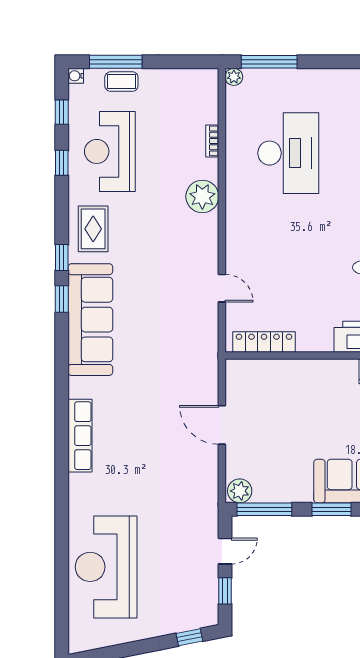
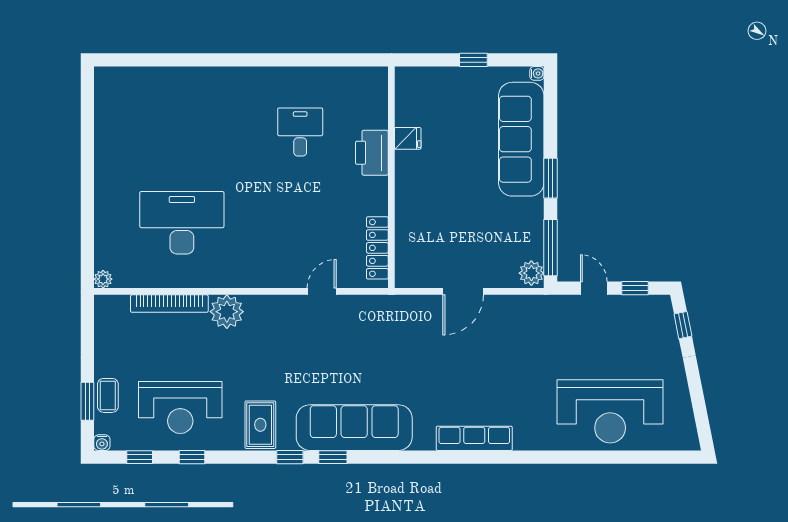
window: (116, 62) -> (87, 401), width x0.69
window: (269, 62) -> (87, 243), removed
bookcase: (212, 141) -> (169, 304), width x2.31, depth x1.31
rug: (93, 229) -> (260, 425), turned 90

